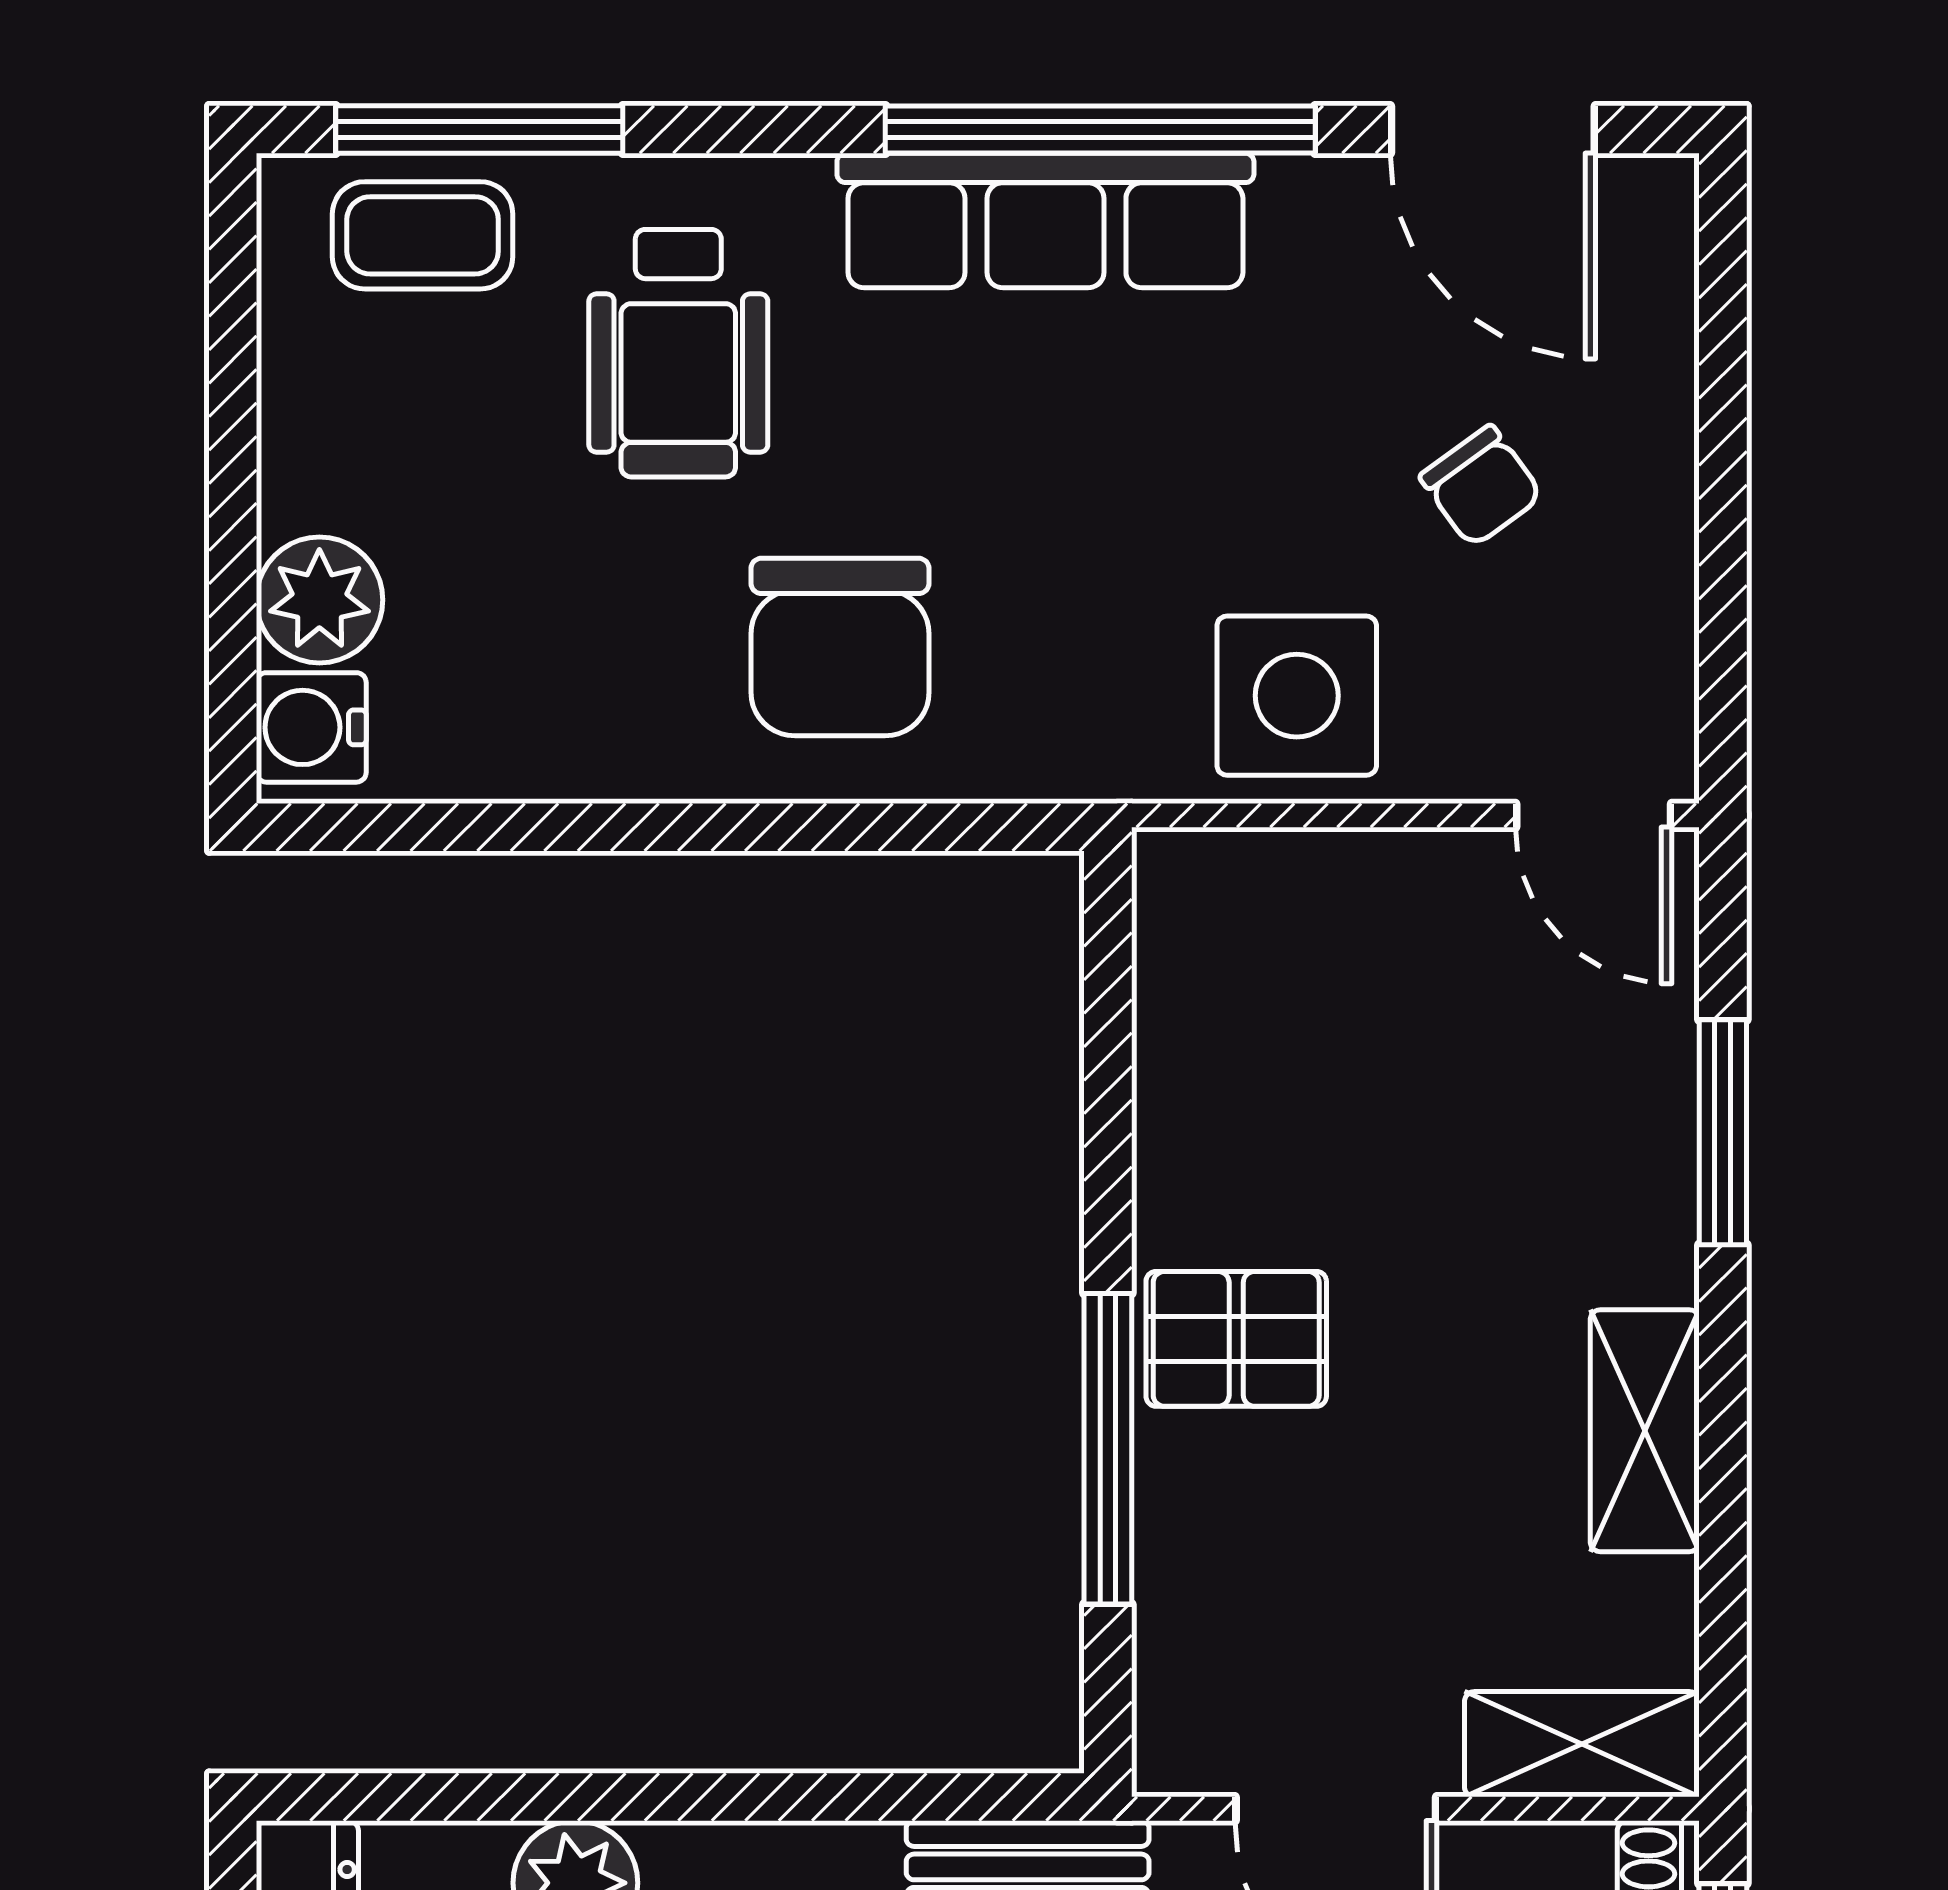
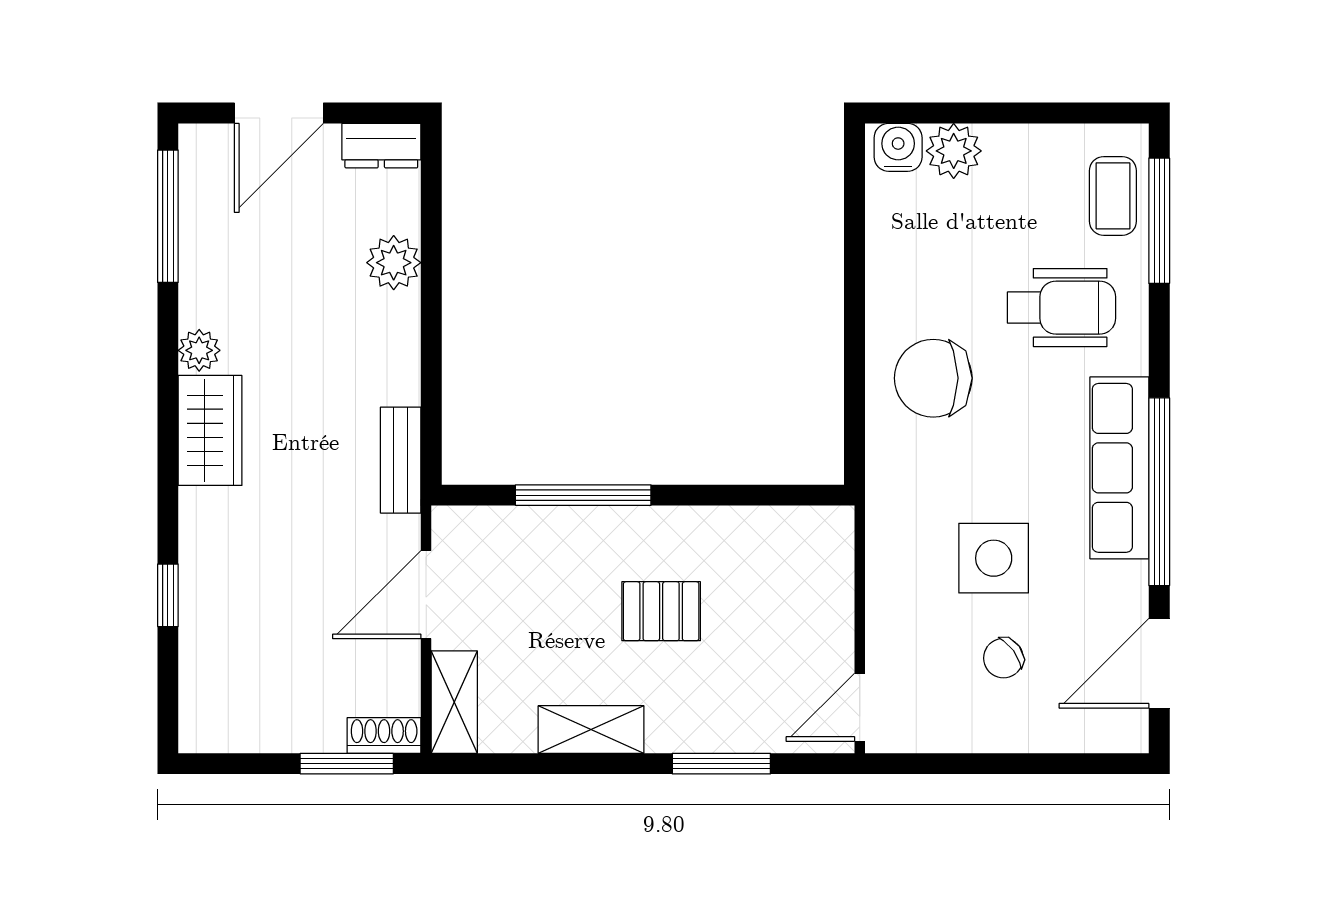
wheelchair: (678, 353) -> (1061, 308), turned 180
side table: (1297, 696) -> (994, 558), moved
pallet: (1236, 1339) -> (661, 611), moved, turned 90

